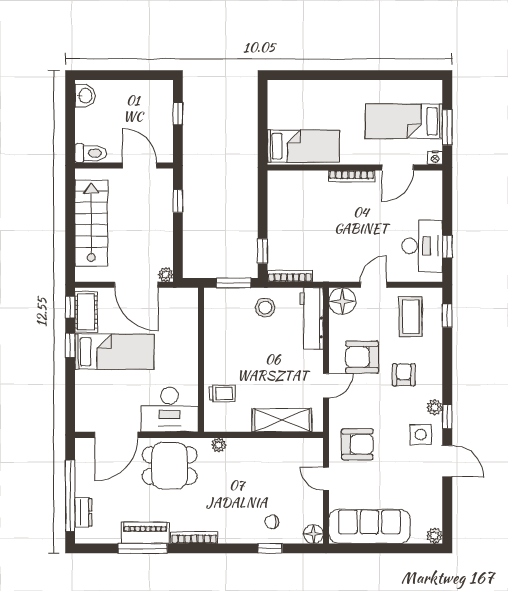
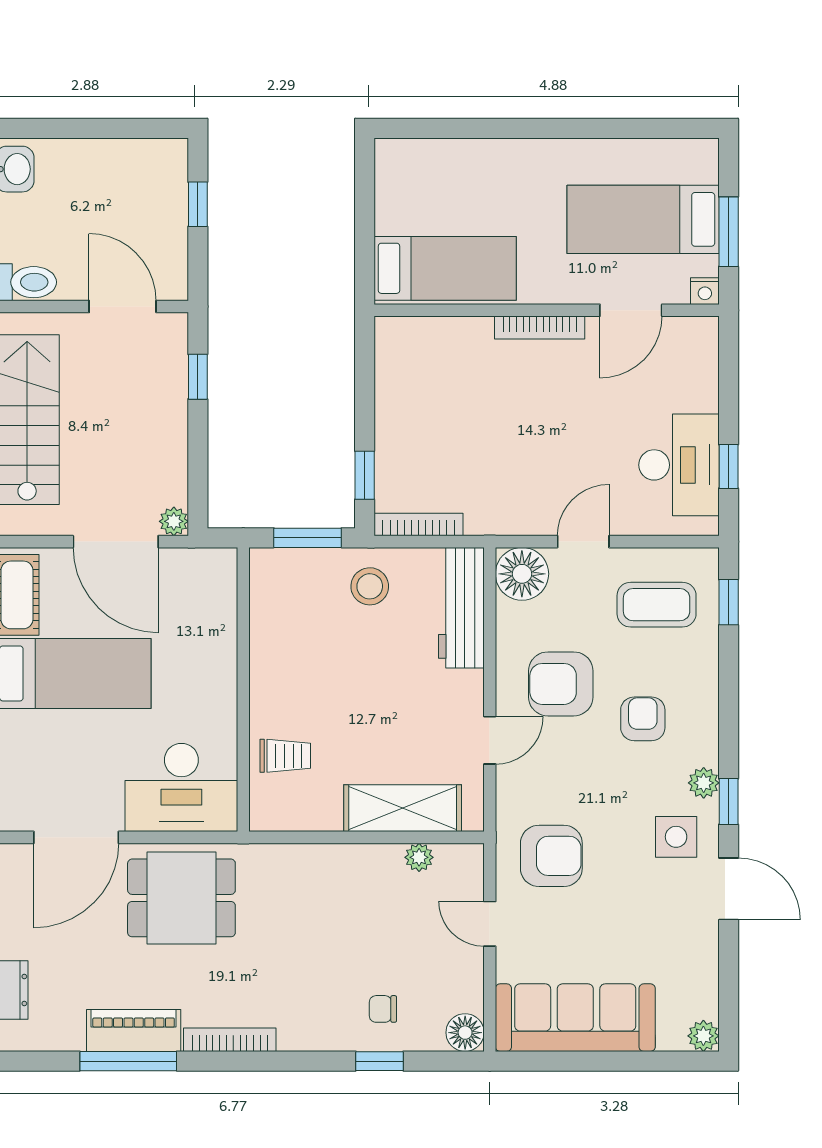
coffee table: (411, 317) -> (657, 605), turned 90
plant: (219, 445) -> (419, 857), moved

